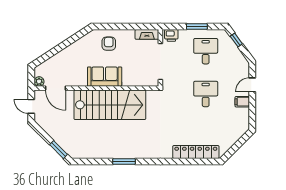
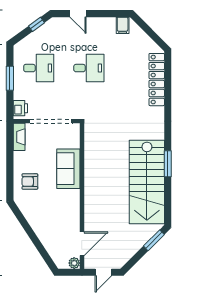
window: (236, 40) -> (36, 24), moved
desk: (206, 51) -> (39, 68), turned 180
sofa: (105, 77) -> (68, 169), moved
desk: (206, 94) -> (89, 68), turned 180
filing cabinet: (242, 102) -> (123, 25), moved
stairs: (110, 105) -> (147, 182), moved, turned 180

